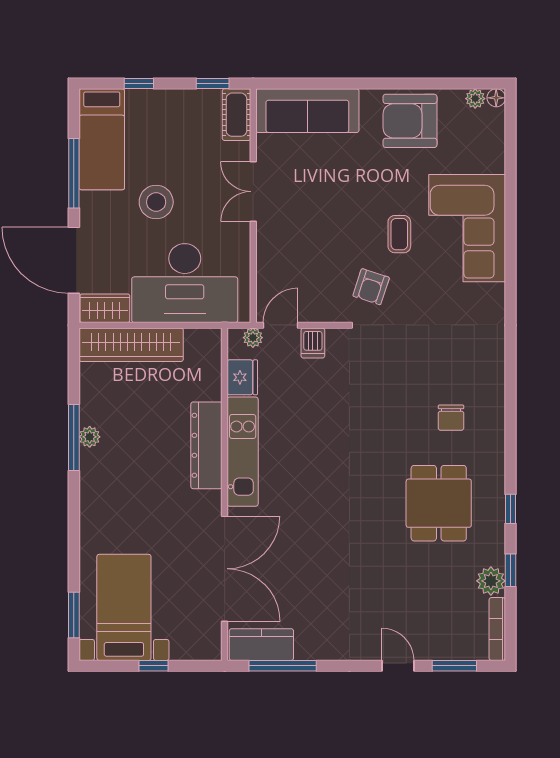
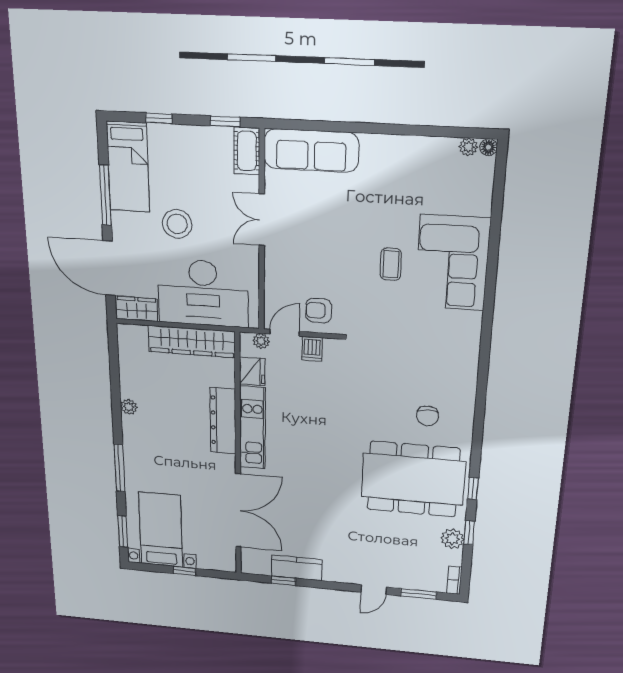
armchair: (410, 121) -> (406, 165), removed
armchair: (371, 287) -> (319, 310), moved, turned 72
wardrobe: (131, 345) -> (192, 342), moved
window: (74, 438) -> (119, 468), moved
dining table: (439, 503) -> (413, 479), width x1.88, depth x1.24
bookcase: (497, 629) -> (454, 580), width x0.64
kitchen counter: (261, 645) -> (297, 568), moved
window: (283, 666) -> (283, 581), width x0.46
door: (398, 666) -> (374, 590), swing flipped

